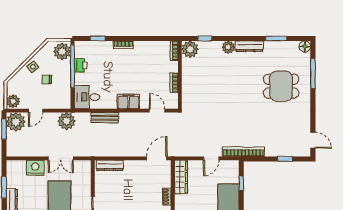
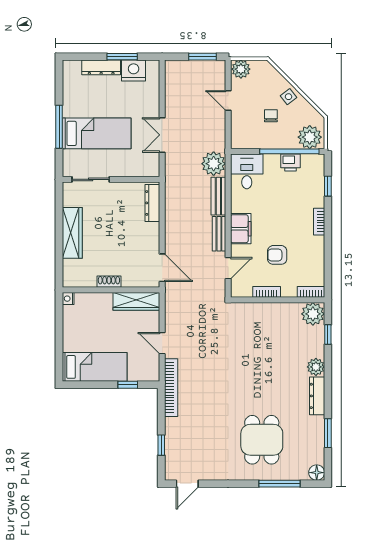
armchair: (147, 75) -> (277, 255), added
bench: (132, 117) -> (219, 234), added
plant: (67, 121) -> (214, 164), moved
plant: (16, 122) -> (212, 73), removed
nightstand: (35, 168) -> (134, 70), moved, turned -90

